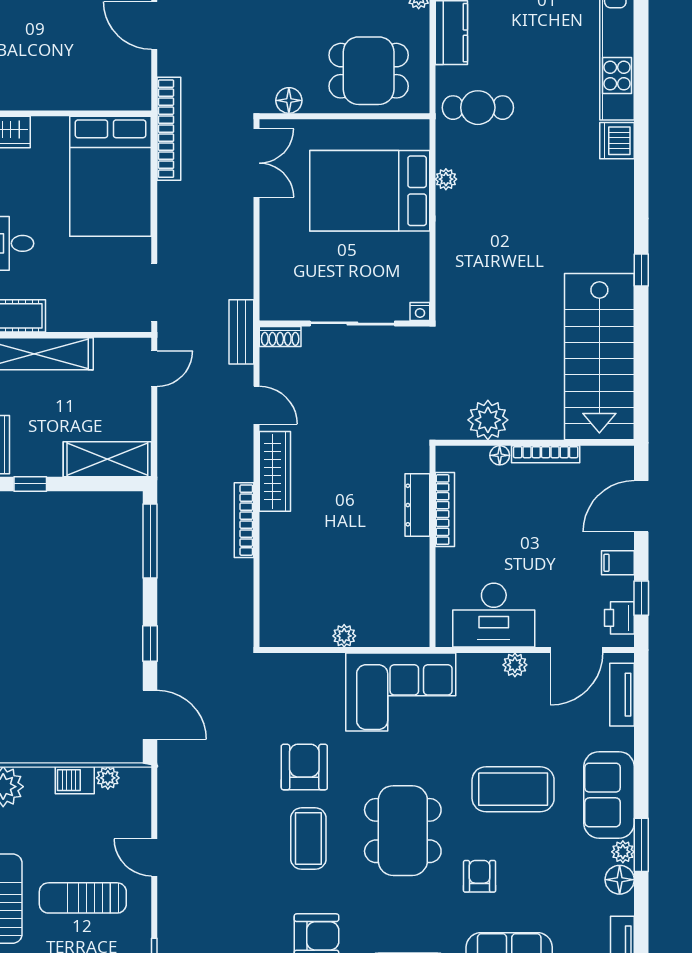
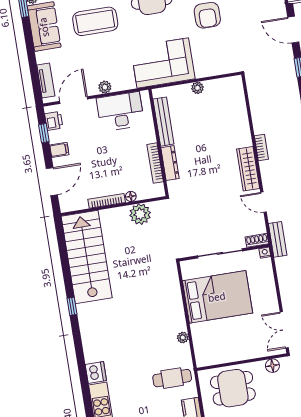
bed: (370, 191) -> (217, 297), moved
nightstand: (420, 311) -> (265, 253), moved
bookcase: (244, 520) -> (261, 147), width x0.64
bench: (417, 584) -> (163, 122), added

